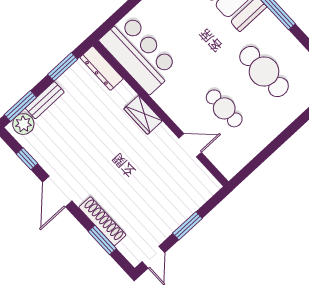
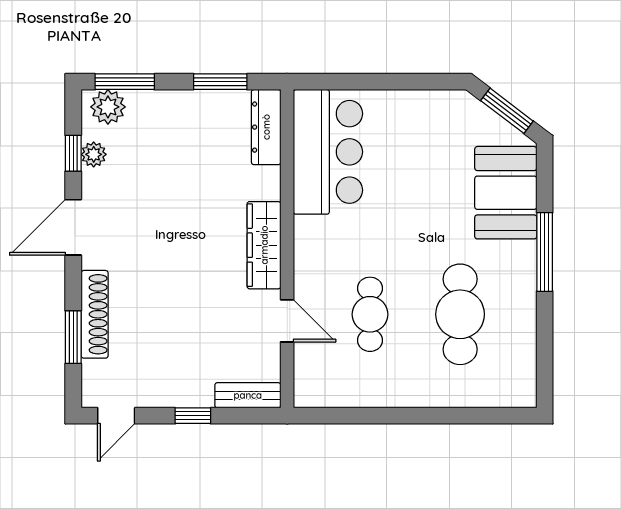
bench: (45, 100) -> (248, 395), moved
wardrobe: (143, 115) -> (264, 245), width x1.50
plant: (36, 151) -> (94, 154), added
window: (187, 226) -> (193, 416), width x0.67

